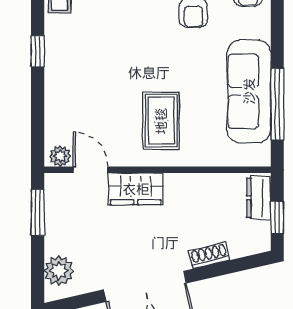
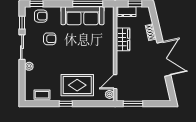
rug: (161, 121) -> (77, 85), moved, width x1.36, depth x1.43
wardrobe: (136, 189) -> (123, 39), moved
plant: (59, 271) -> (157, 95), removed

